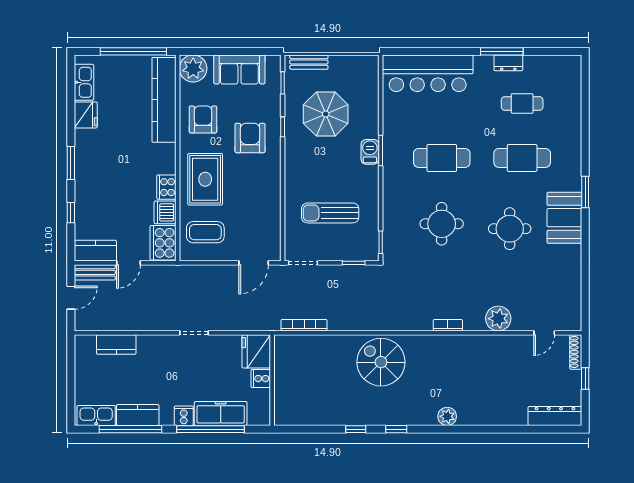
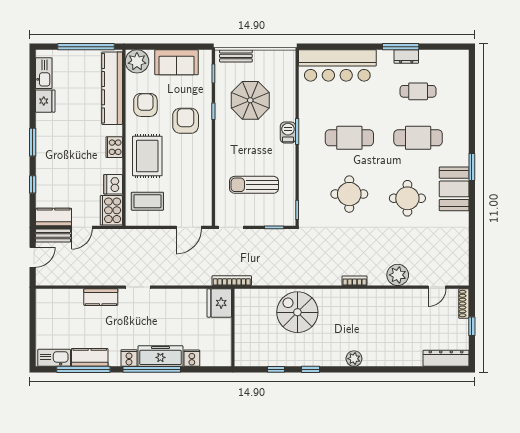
cooker: (166, 187) -> (114, 147), moved
kitchen counter: (116, 344) -> (101, 297), moved
fridge: (256, 351) -> (219, 303), moved
cooker: (261, 379) -> (192, 358), moved, turned 90
wall: (272, 380) -> (233, 328), moved

